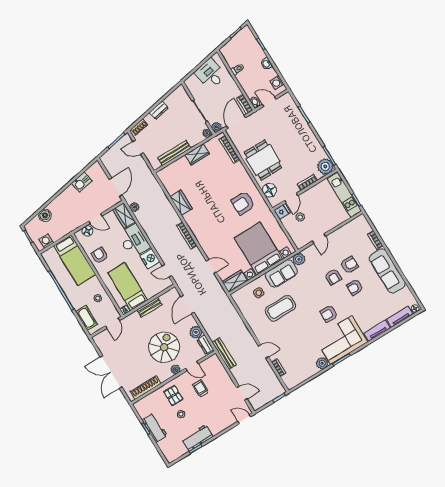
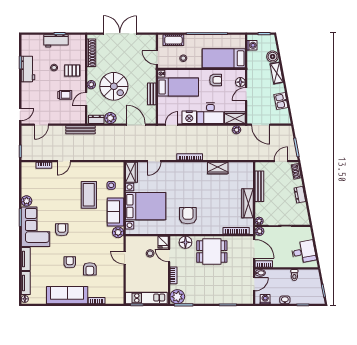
wardrobe: (197, 154) -> (248, 203), width x1.50
shelving: (58, 202) -> (277, 73), added
armchair: (333, 277) -> (88, 250), removed

